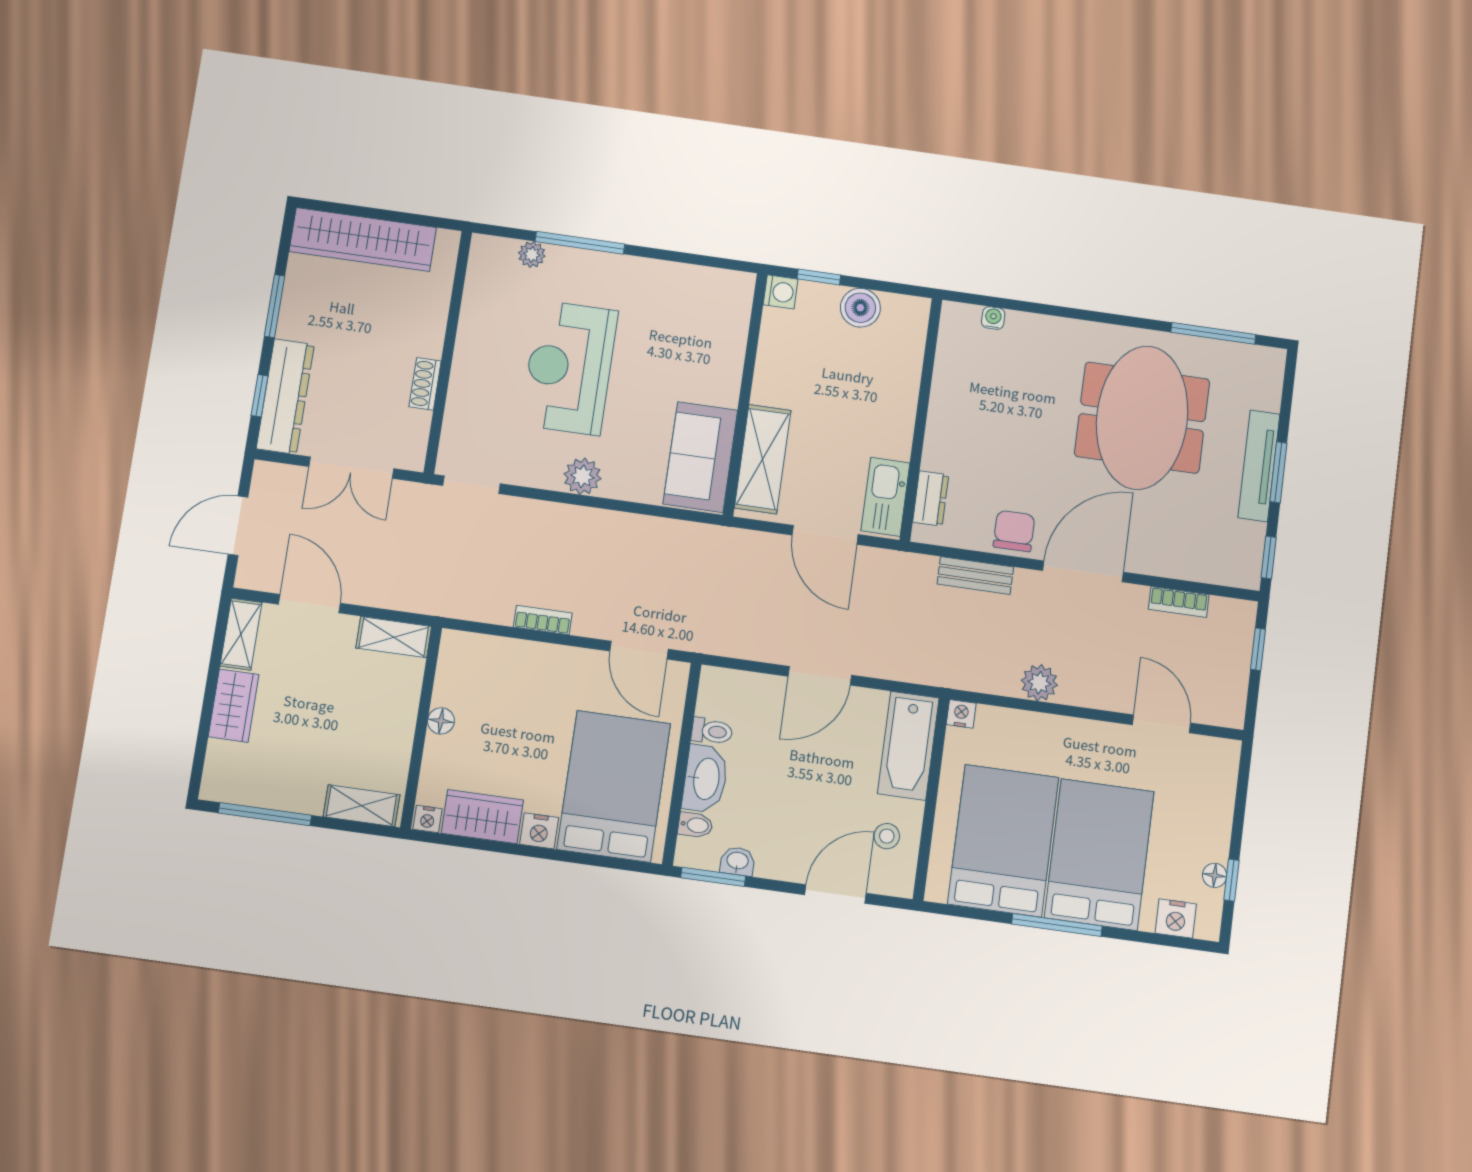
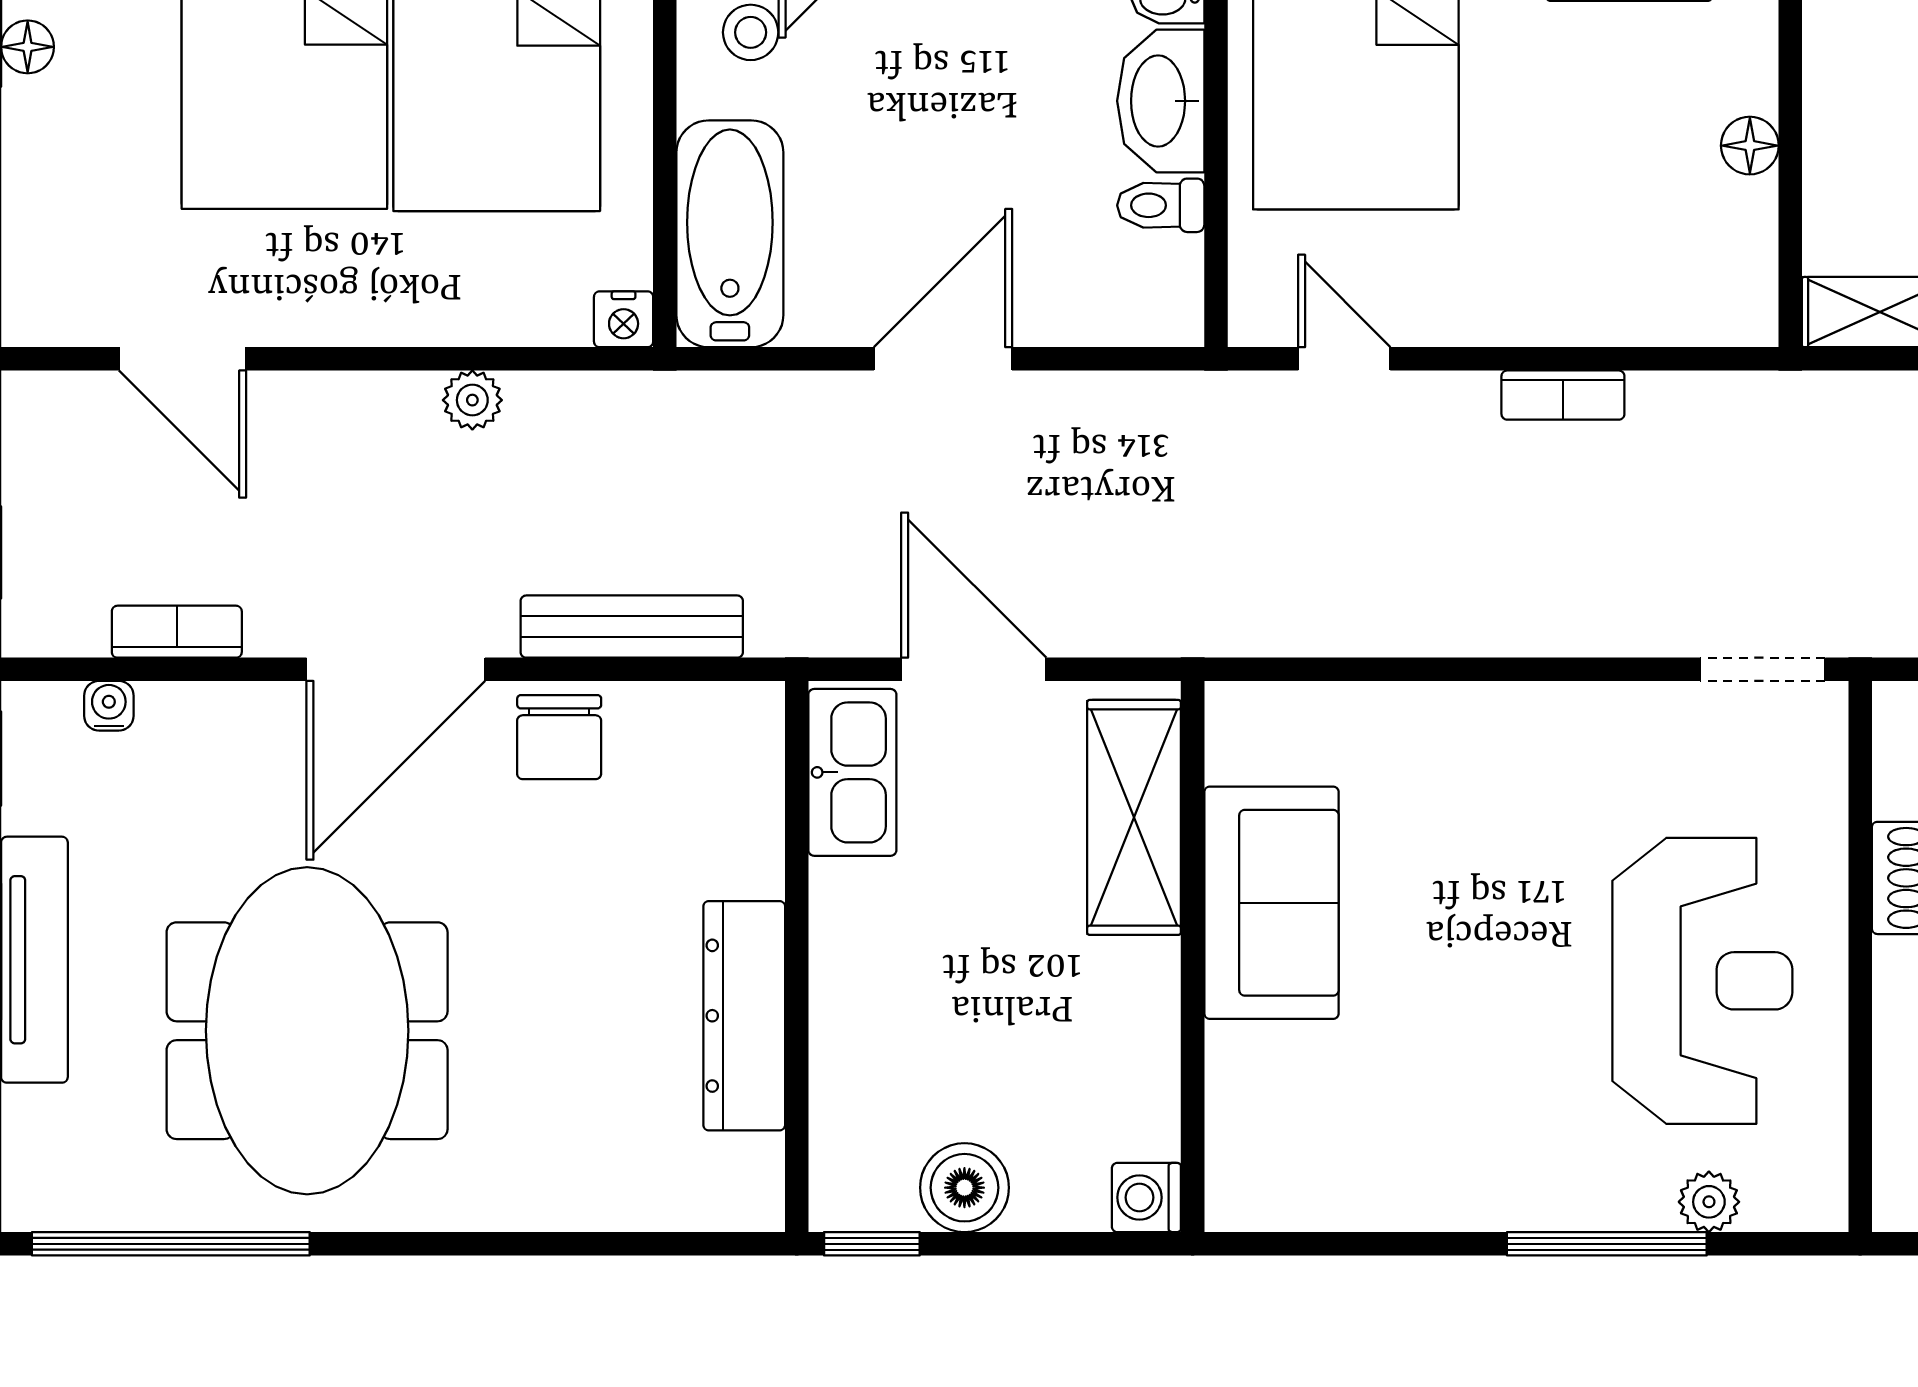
window: (819, 277) -> (872, 1244), moved
water cooler: (993, 318) -> (109, 706), moved, turned 180
window: (1213, 333) -> (171, 1244), width x1.46
reception desk: (569, 368) -> (1702, 981), moved
sofa: (700, 457) -> (1271, 903), moved
plant: (582, 476) -> (1524, 722), removed
dresser: (931, 498) -> (744, 1016), moved, width x1.96, depth x1.24
bench: (975, 576) -> (632, 627), width x1.36
door: (639, 650) -> (1344, 359), width x0.73
plant: (1039, 683) -> (472, 400), width x0.73, depth x0.73

